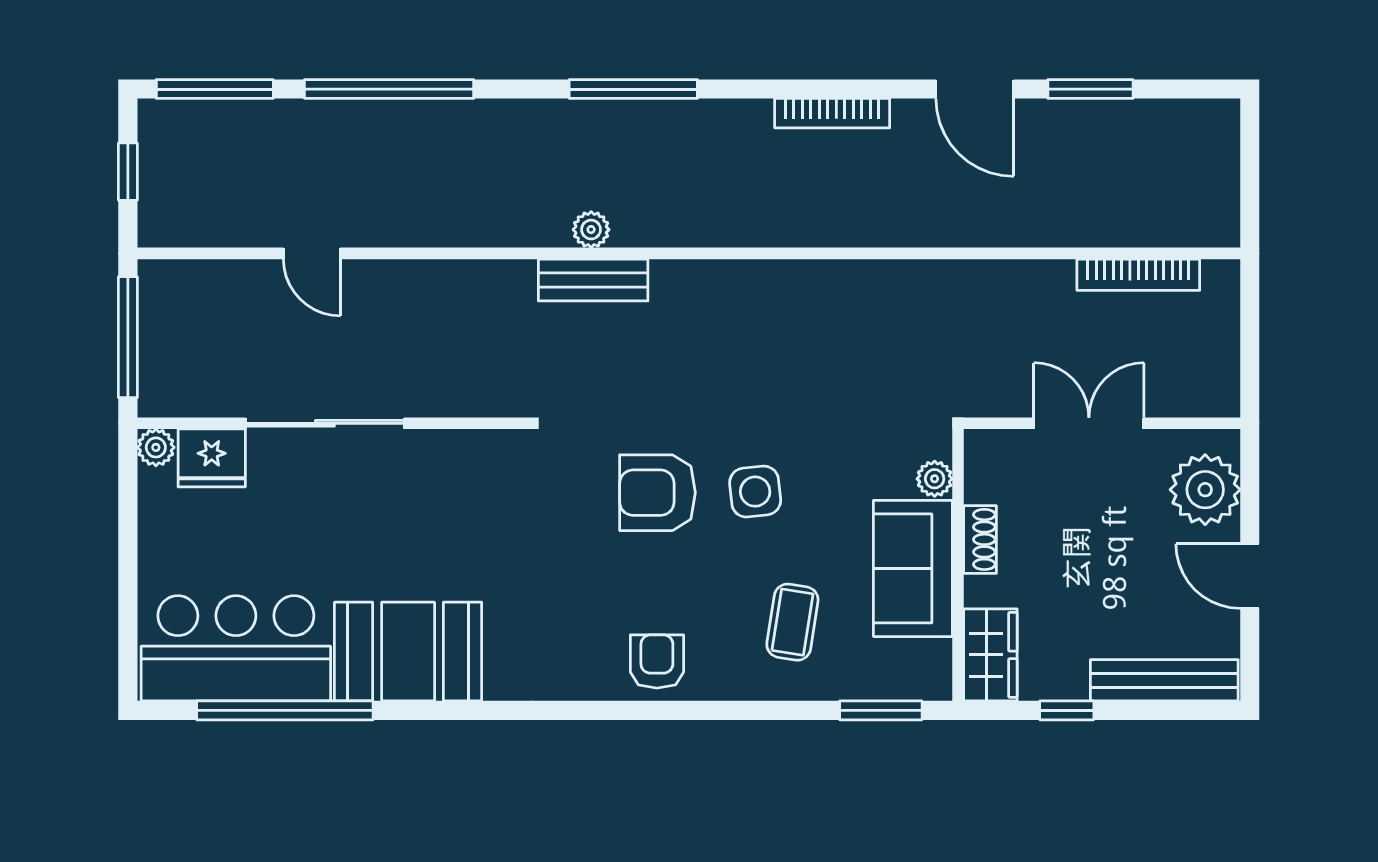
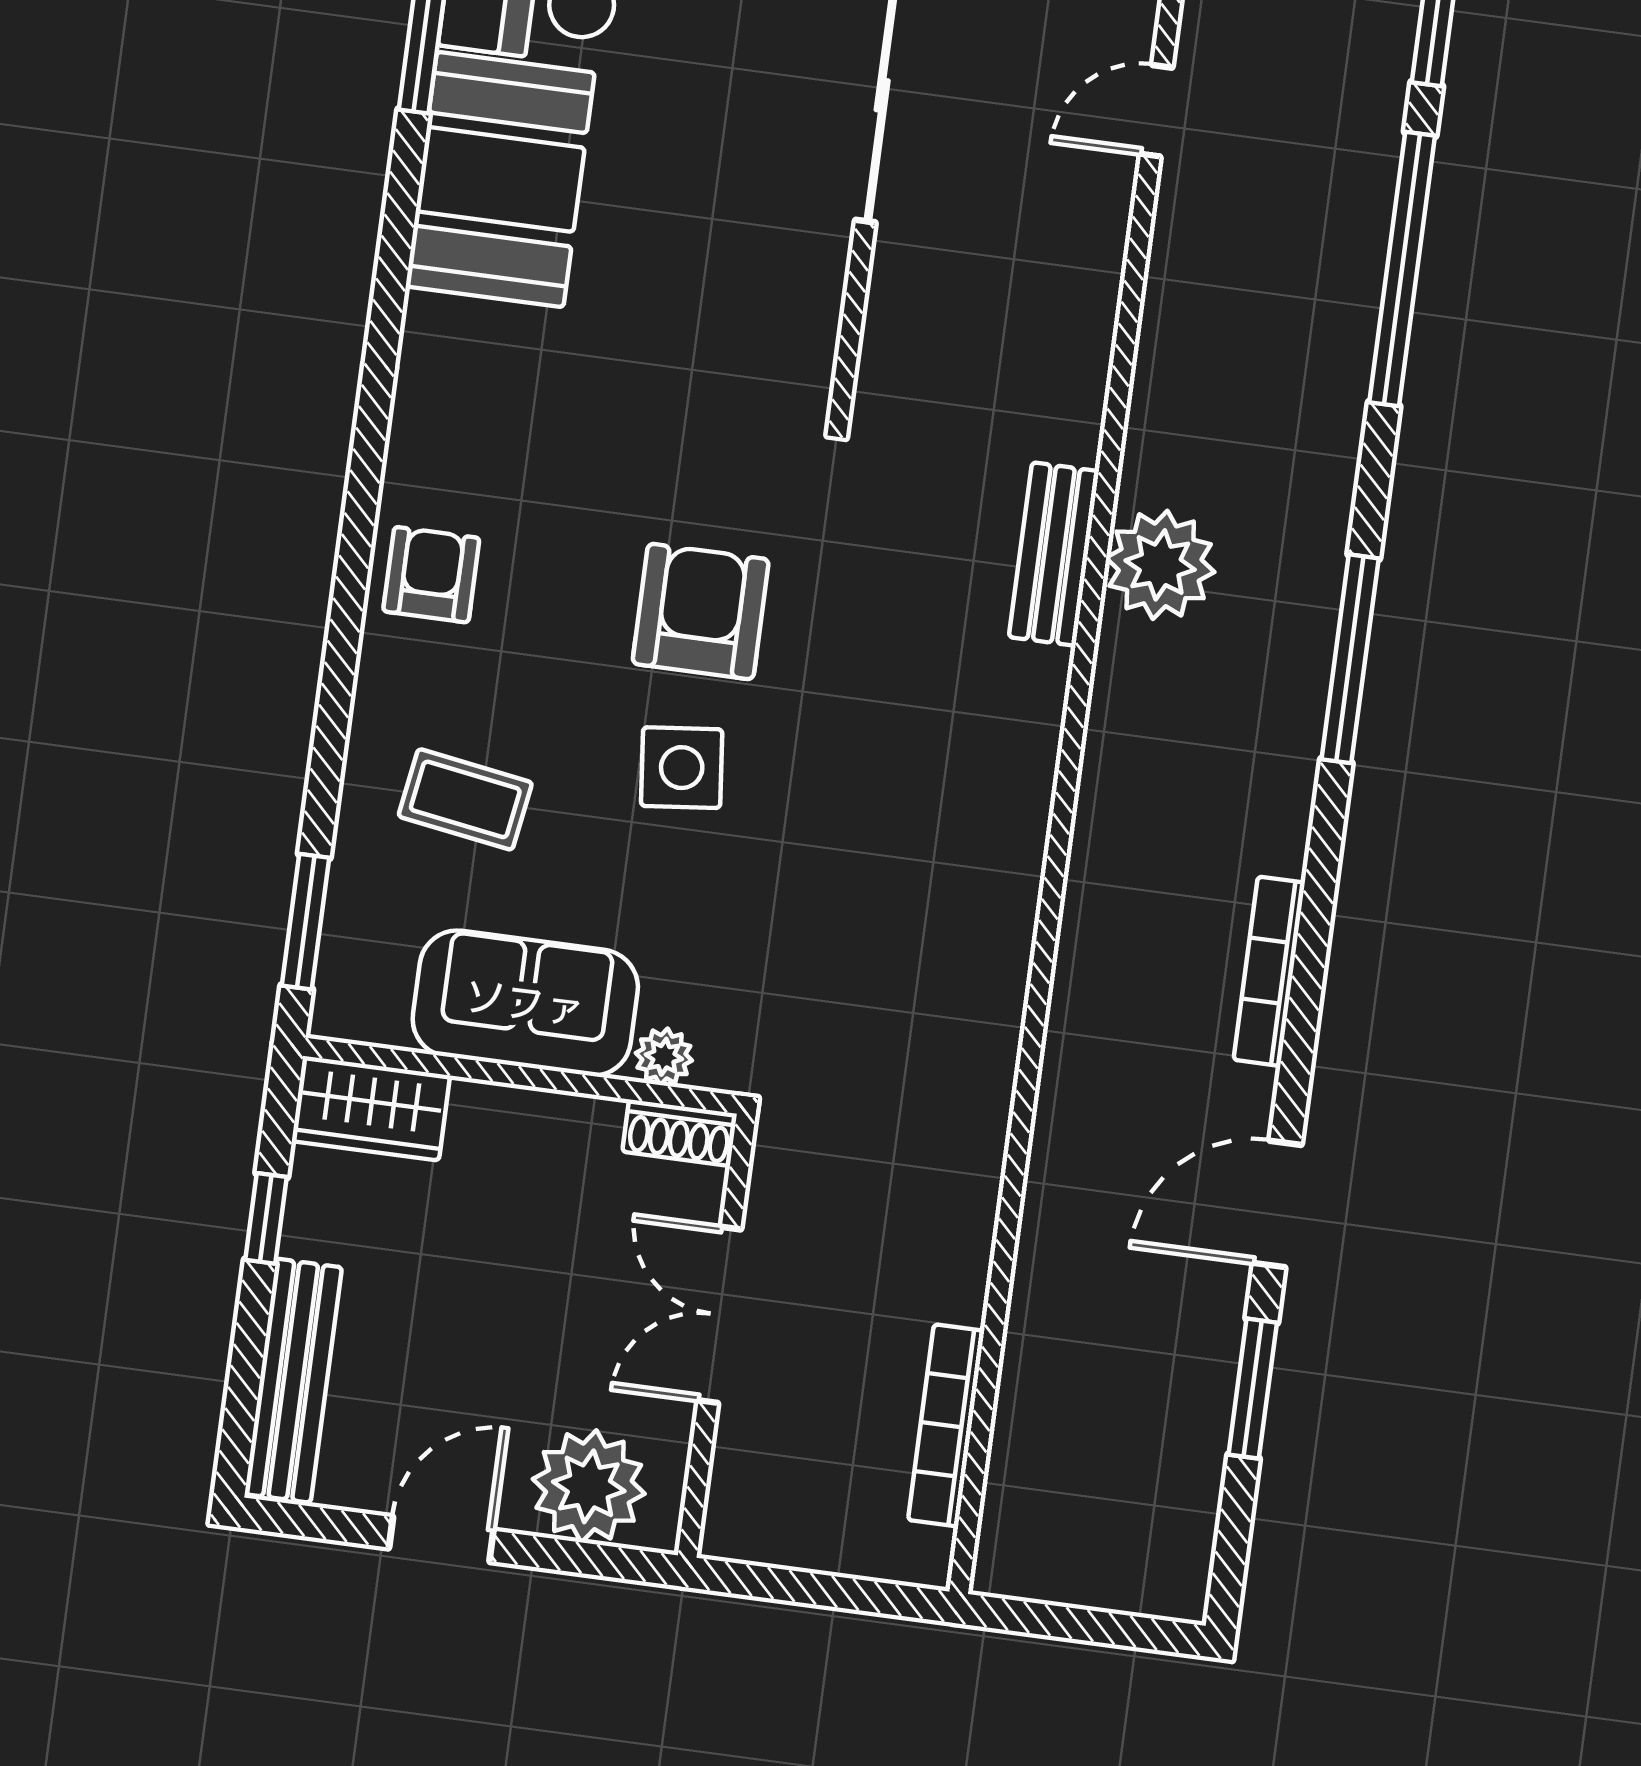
plant: (591, 230) -> (1160, 565), width x1.88, depth x1.88
double door: (1089, 423) -> (719, 1315), swing flipped
shoe rack: (980, 539) -> (680, 1133), moved
armchair: (657, 661) -> (431, 575), turned -90

